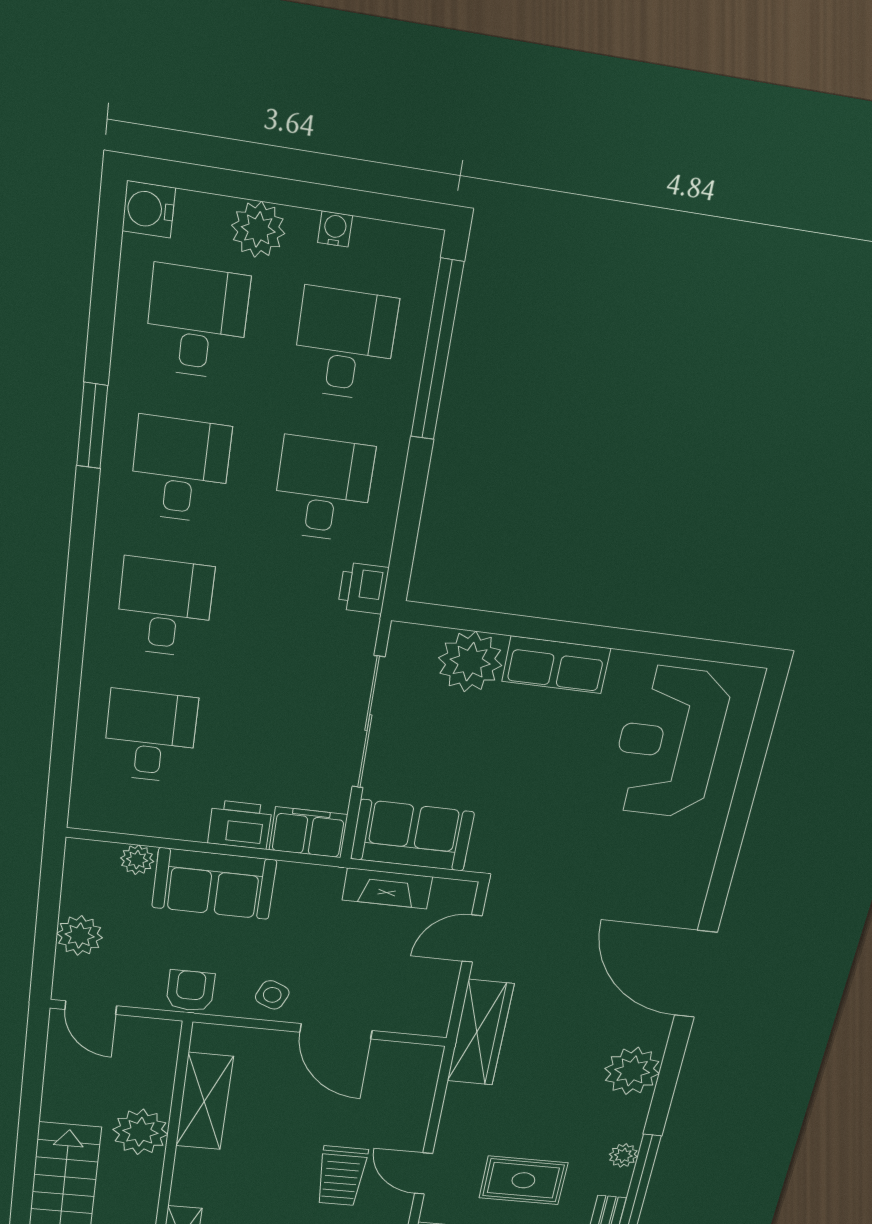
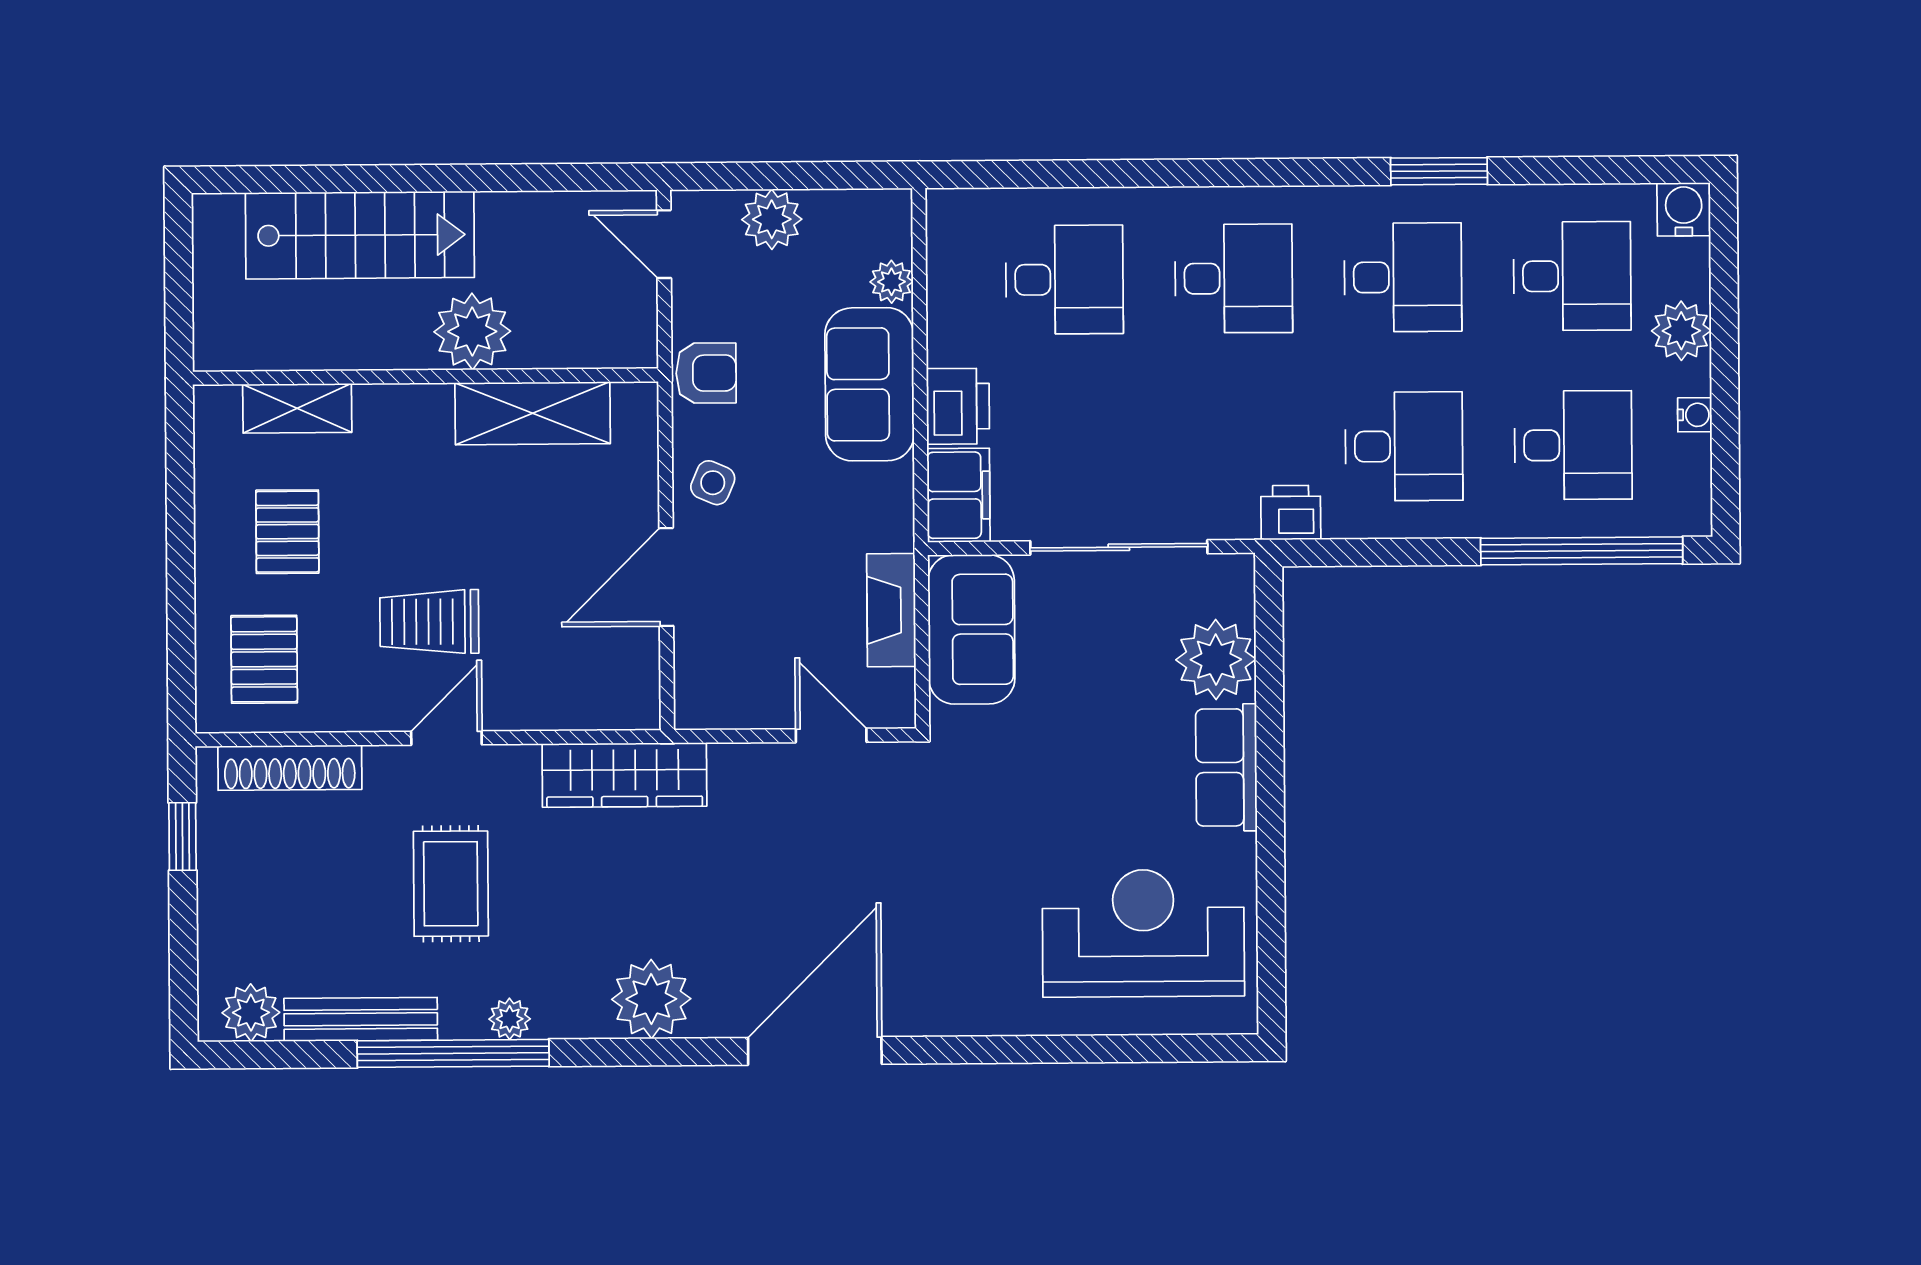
door: (91, 1008) -> (664, 244), hinge flipped
wardrobe: (480, 1033) -> (624, 775), moved

